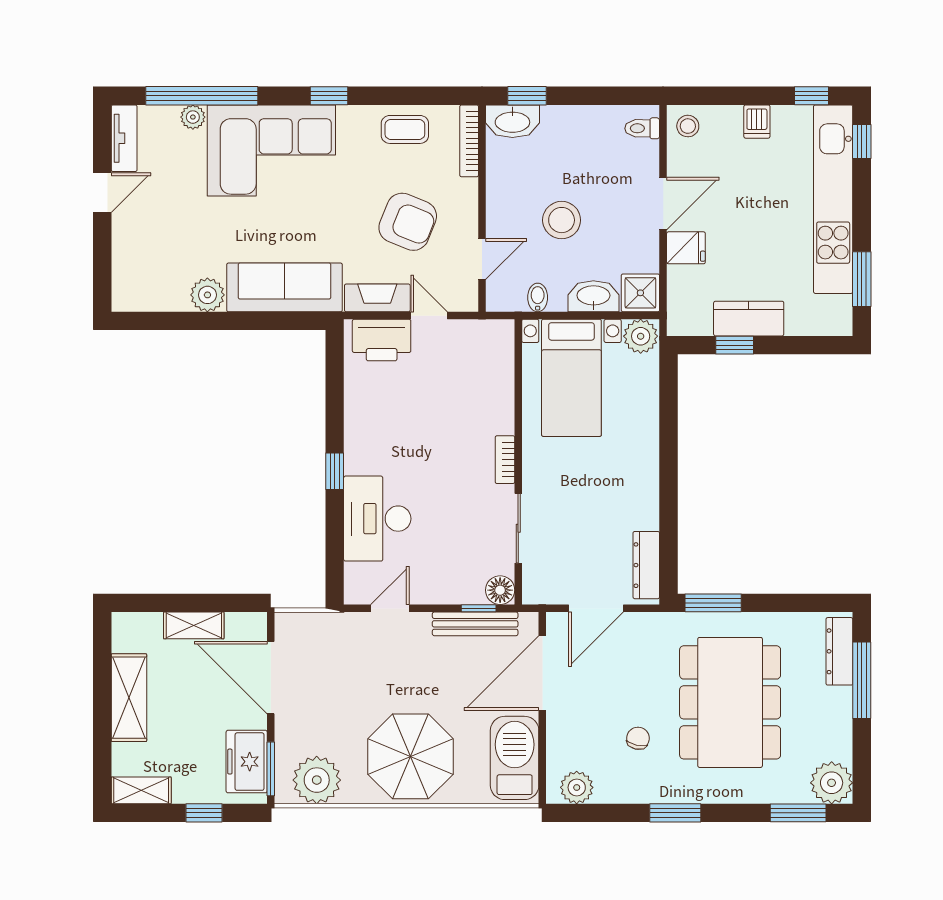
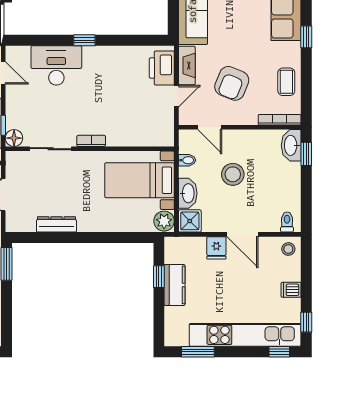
dresser: (646, 565) -> (56, 224), moved

